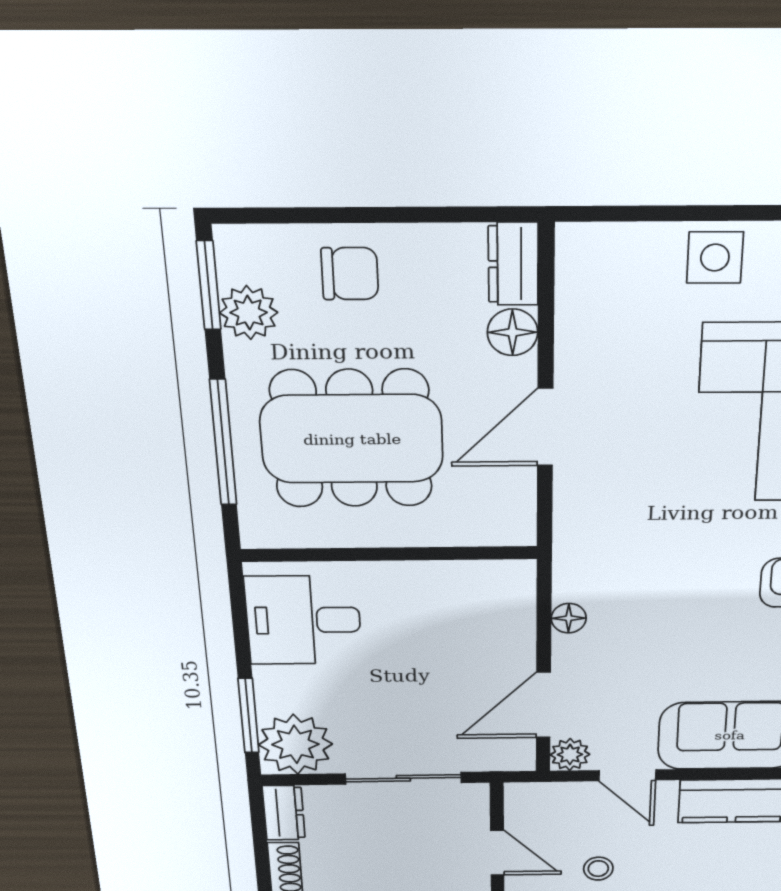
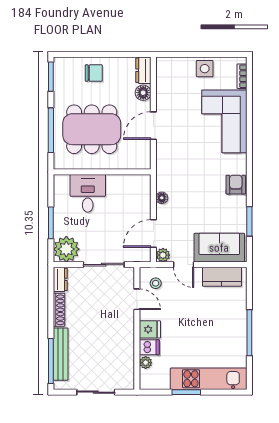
plant: (249, 313) -> (62, 86), removed
desk: (303, 620) -> (88, 193), moved, turned 90
window: (248, 716) -> (51, 223), moved
stool: (598, 869) -> (156, 283), moved

